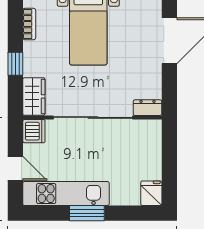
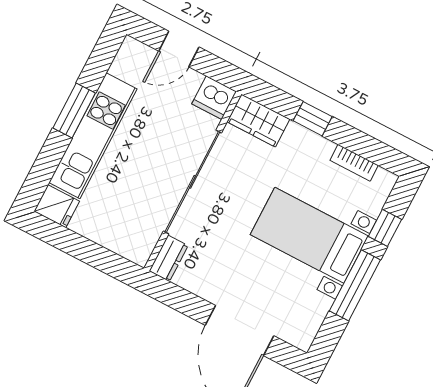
kitchen unit: (66, 194) -> (93, 136), moved

